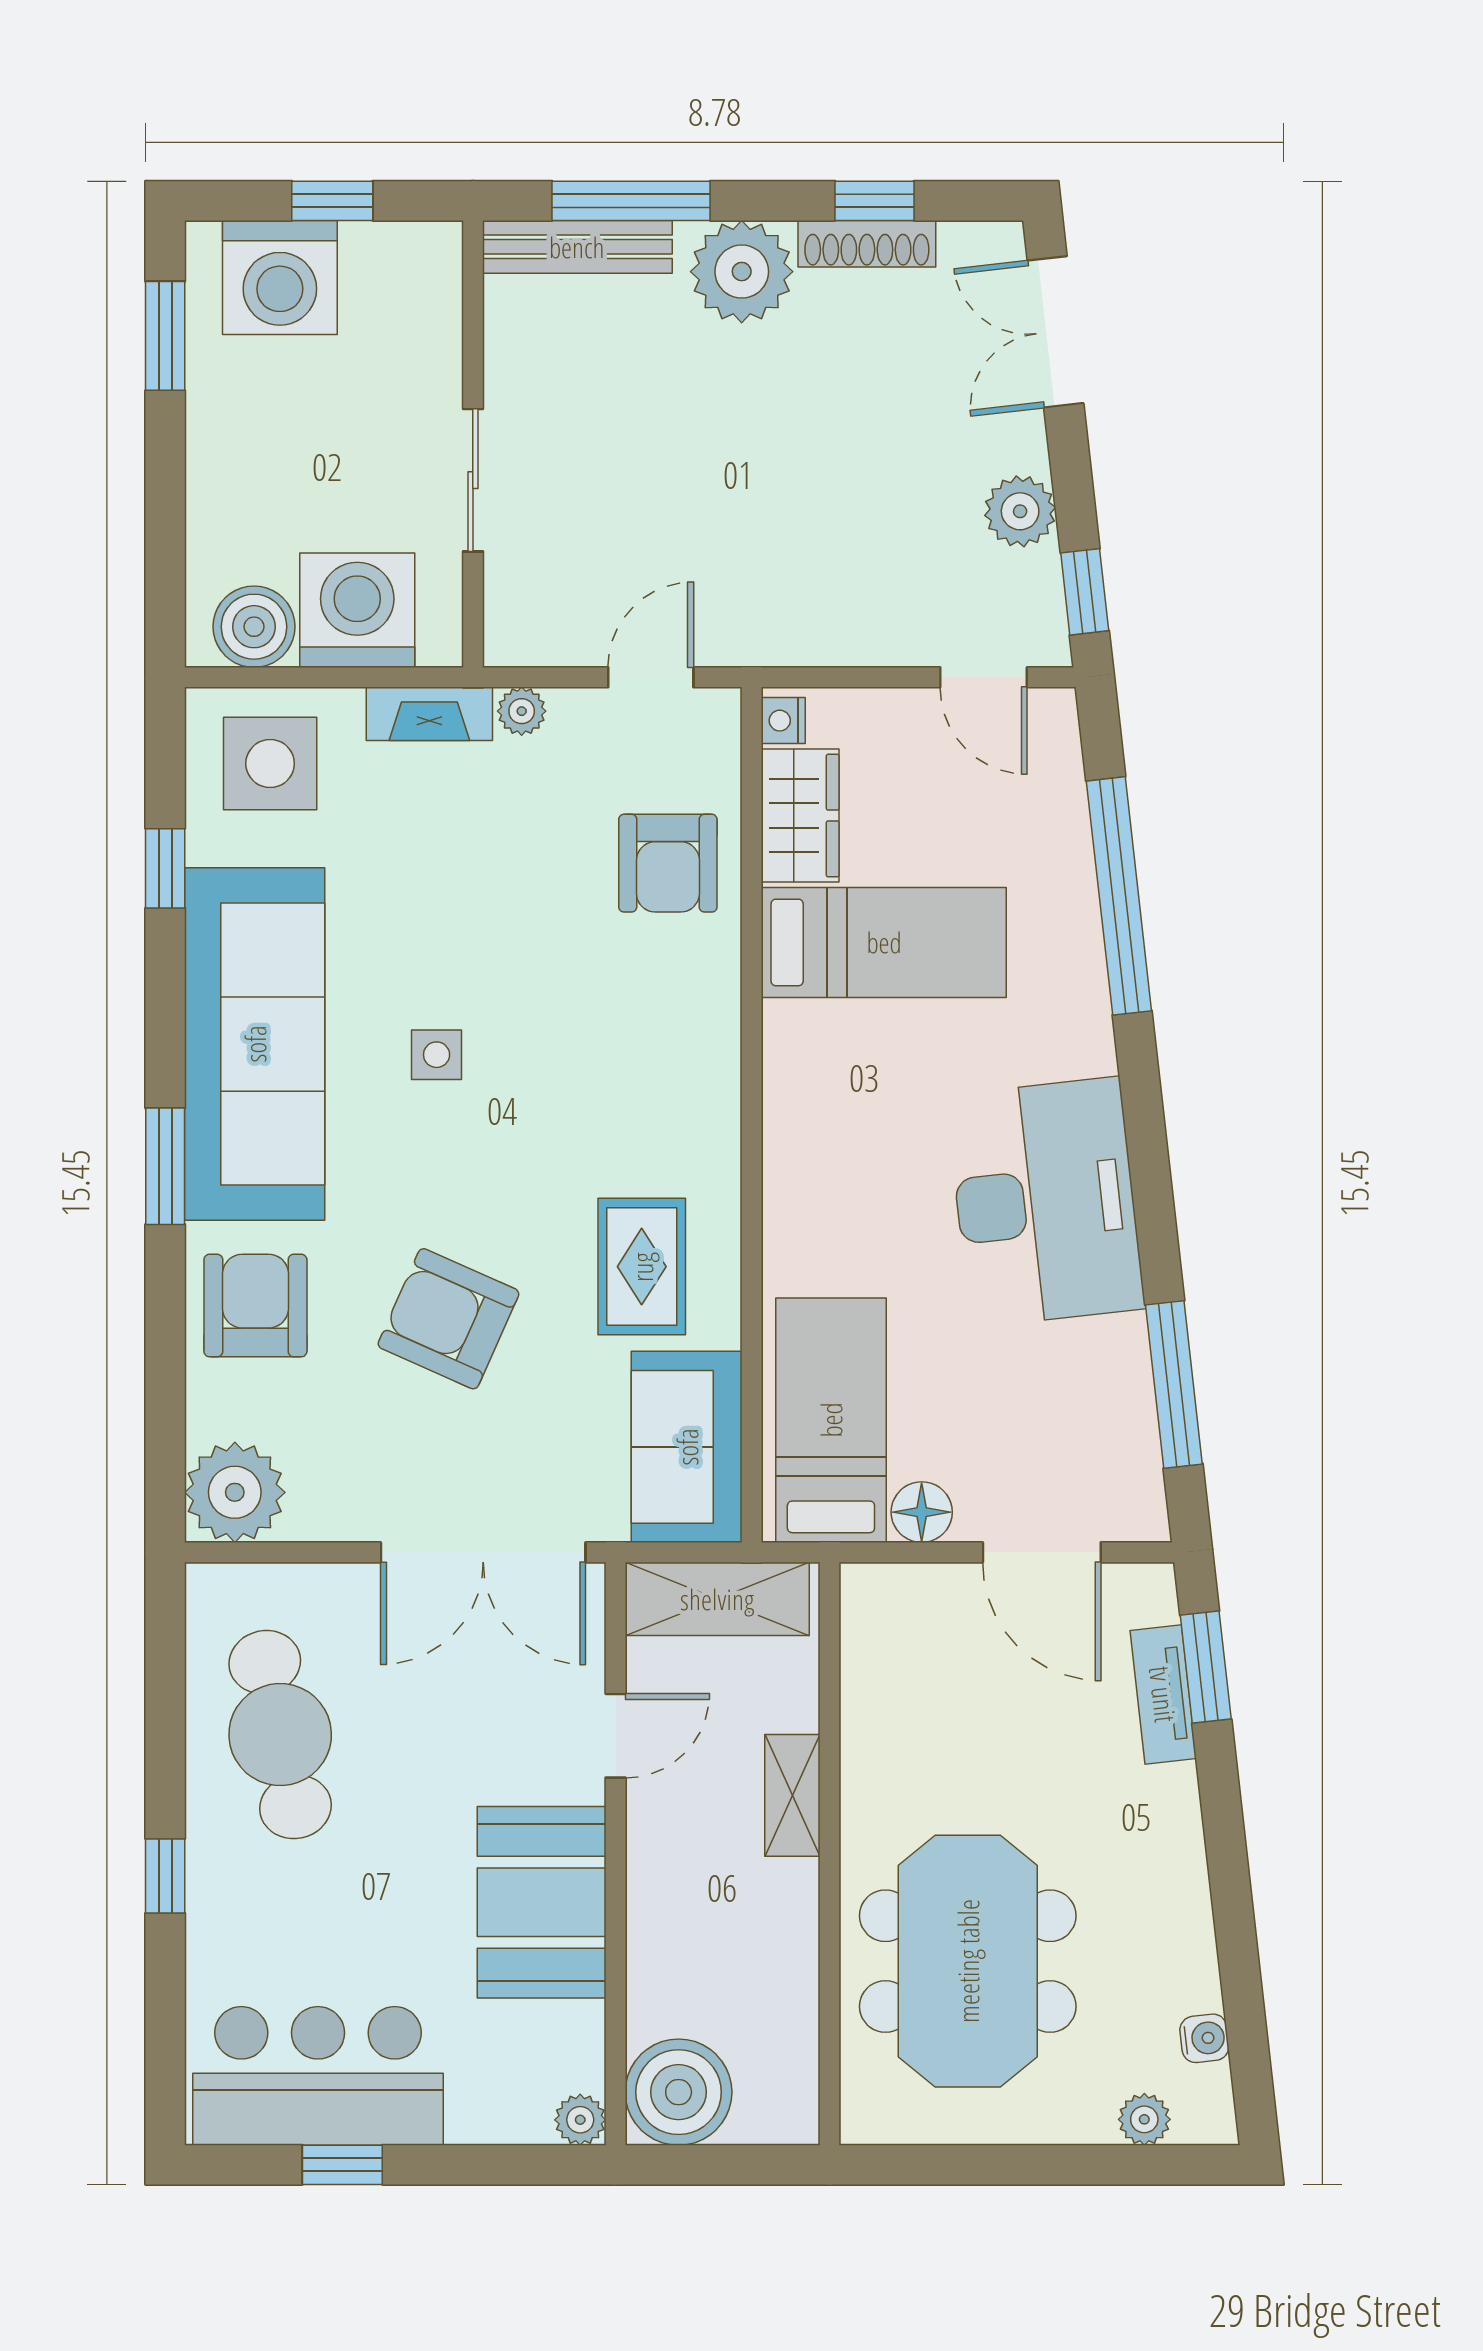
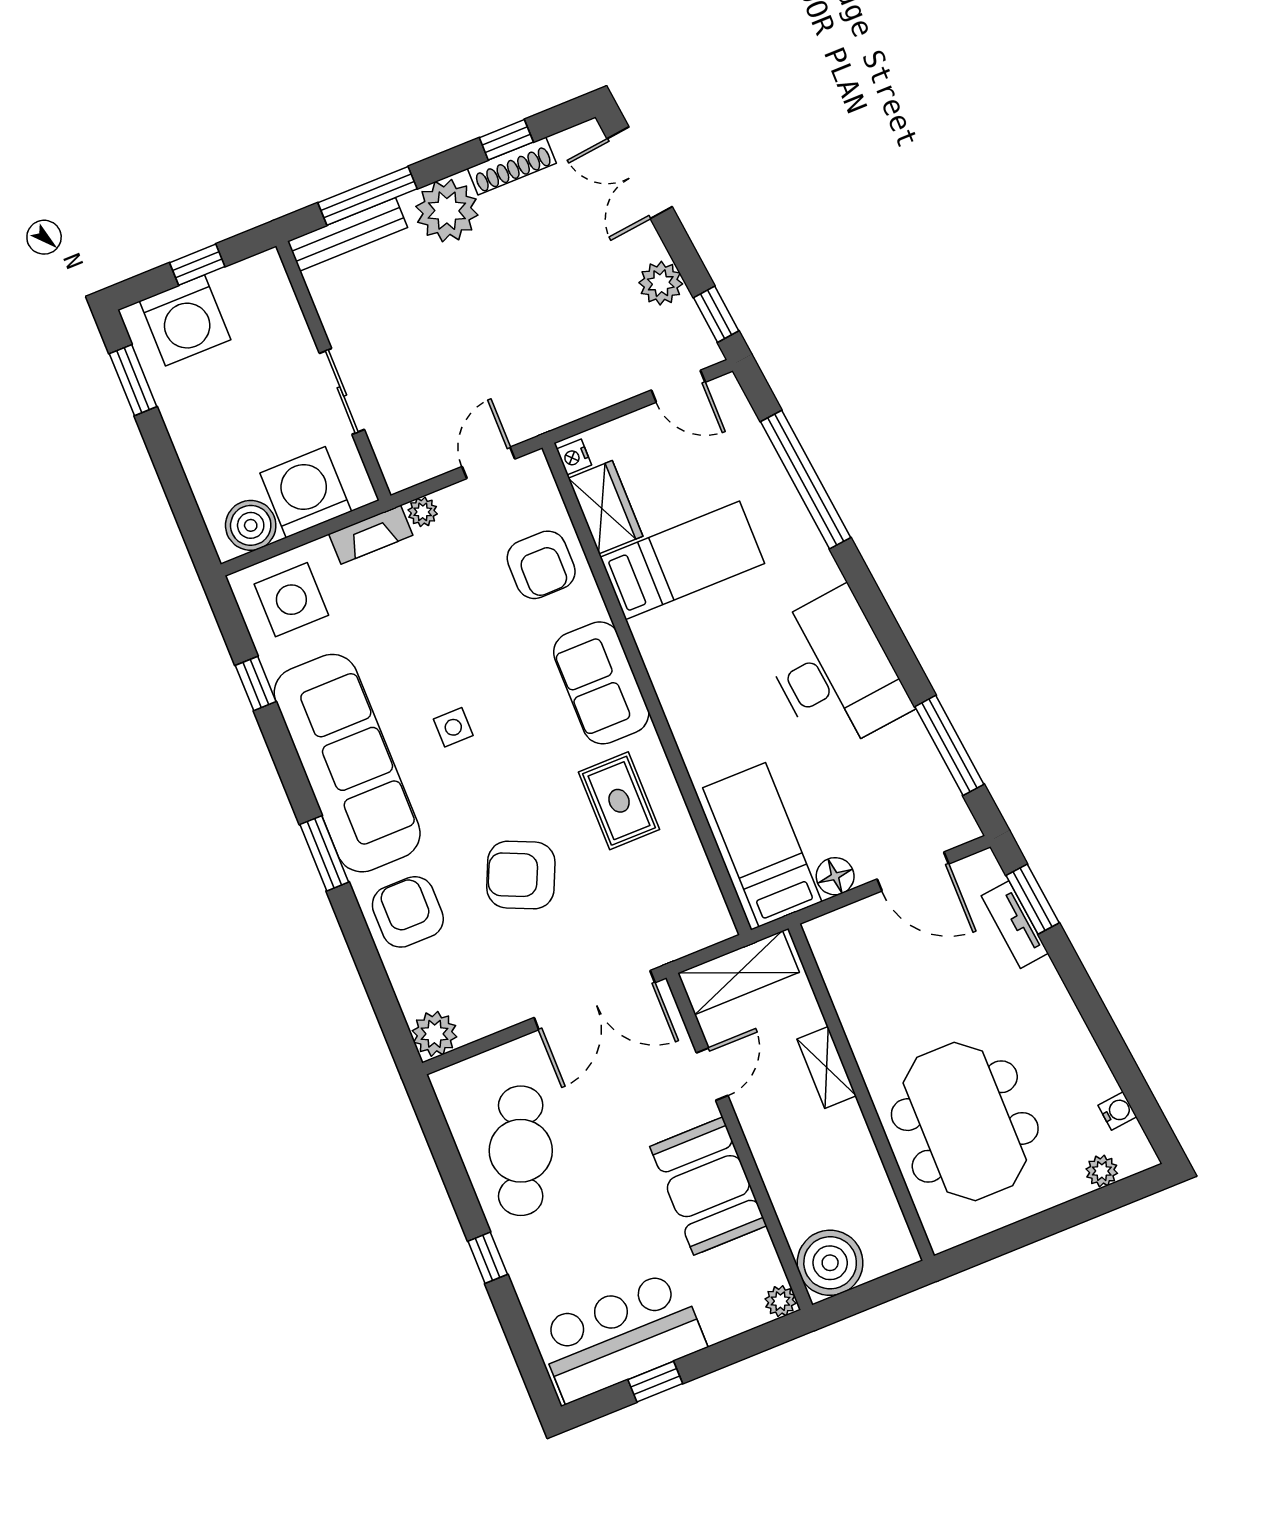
sofa: (687, 1447) -> (601, 683), moved
plant: (235, 1492) -> (435, 1034), width x0.73, depth x0.73
cafe table: (280, 1735) -> (521, 1151), turned 34

